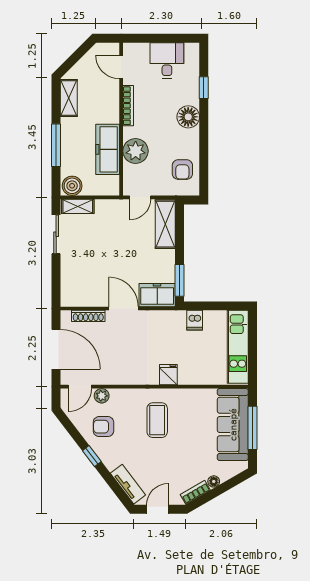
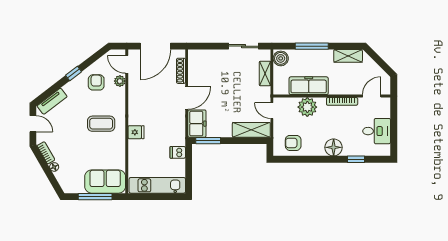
shelving: (78, 206) -> (265, 73), moved
sofa: (233, 425) -> (105, 182), width x0.73

